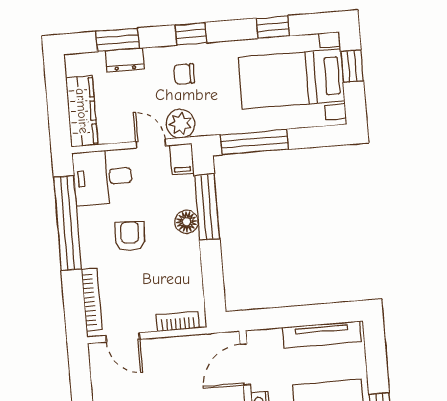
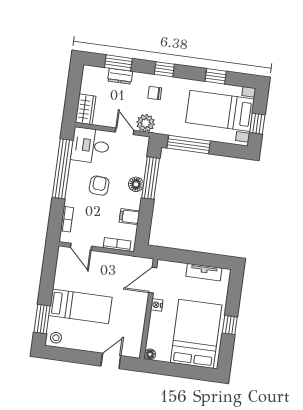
window: (352, 66) -> (257, 124), moved
wardrobe: (82, 111) -> (86, 109), width x0.67
filing cabinet: (182, 159) -> (129, 217), moved, turned 90
bookcase: (92, 299) -> (67, 219), width x0.64
tv unit: (322, 335) -> (204, 272), width x0.71

